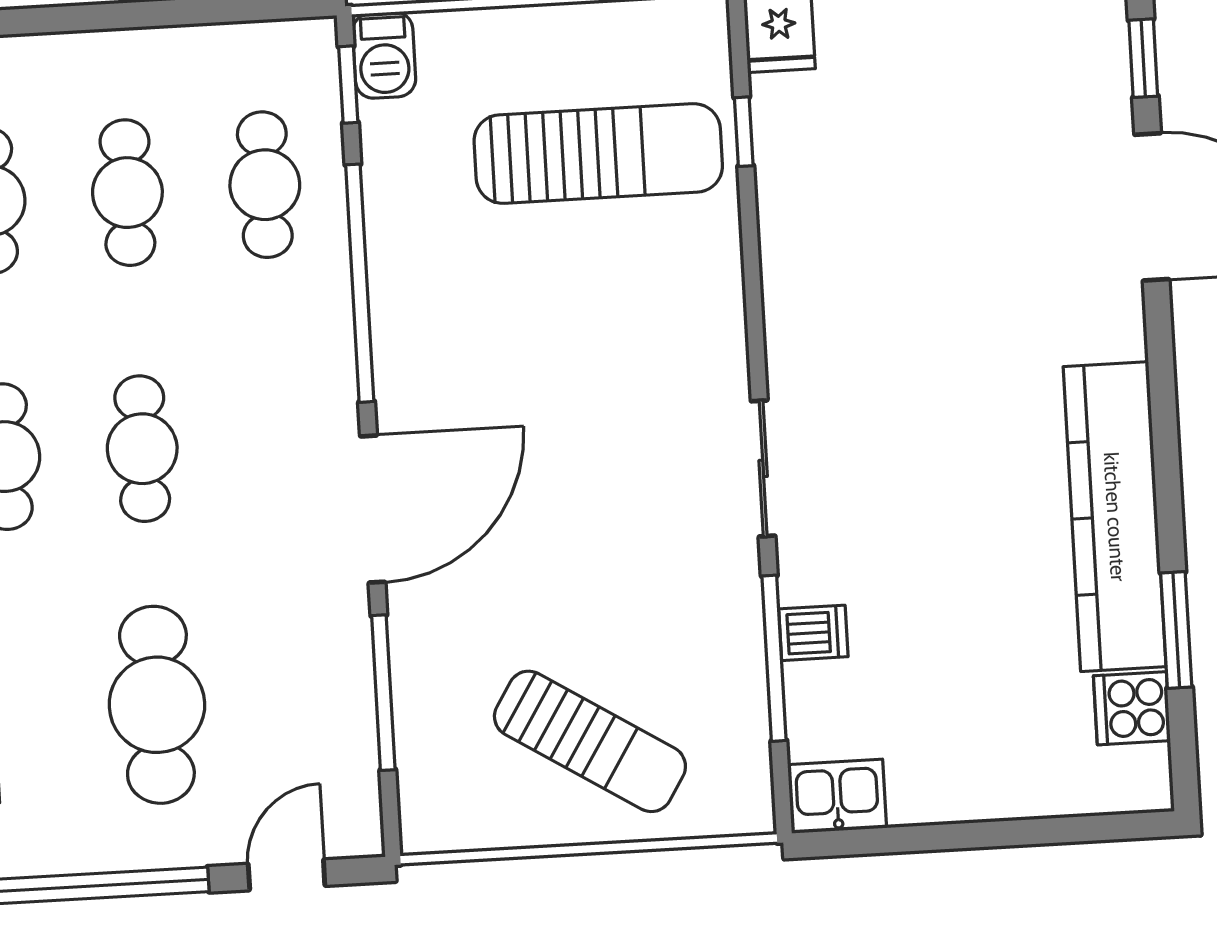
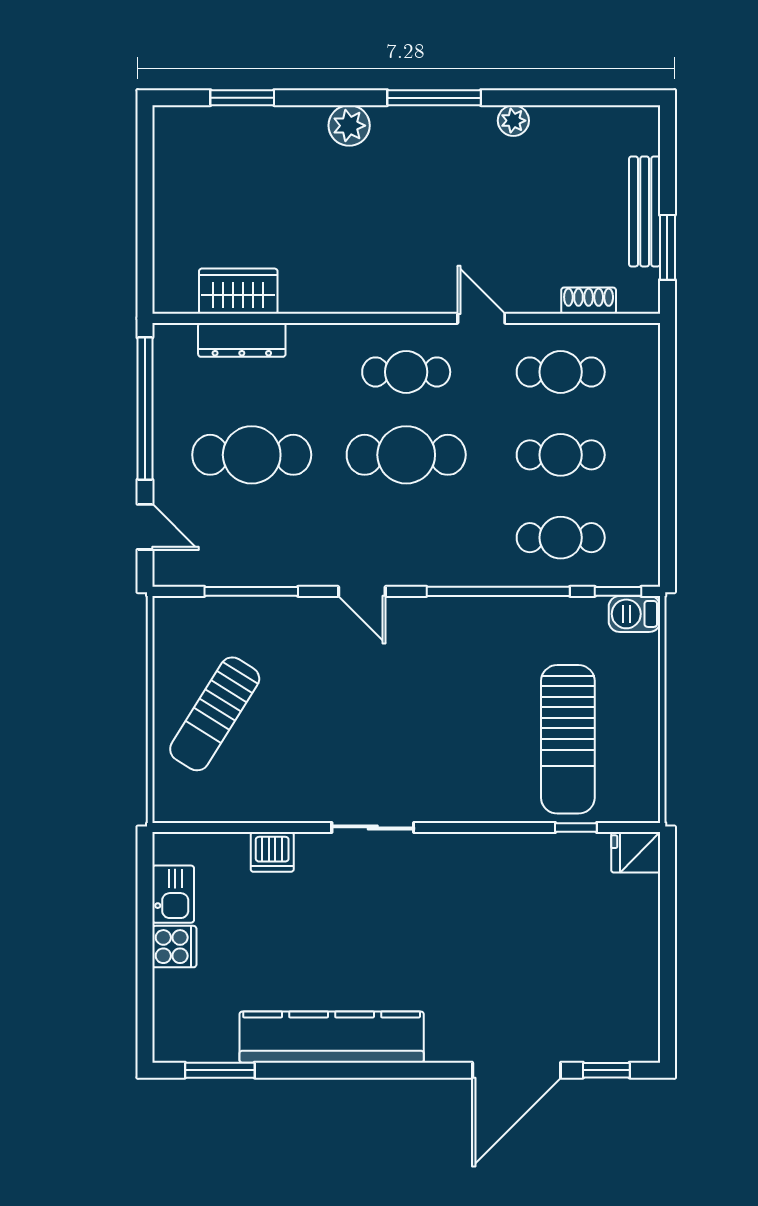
cafe table: (142, 449) -> (406, 455), width x1.37, depth x1.35
door: (373, 509) -> (362, 591), width x0.53
window: (1176, 630) -> (220, 1070), moved
dishwasher: (813, 633) -> (272, 852), width x1.38
window: (774, 658) -> (258, 827), removed
cooker: (1132, 708) -> (174, 947), moved, turned 90
kitchen sink: (837, 796) -> (173, 894), moved

